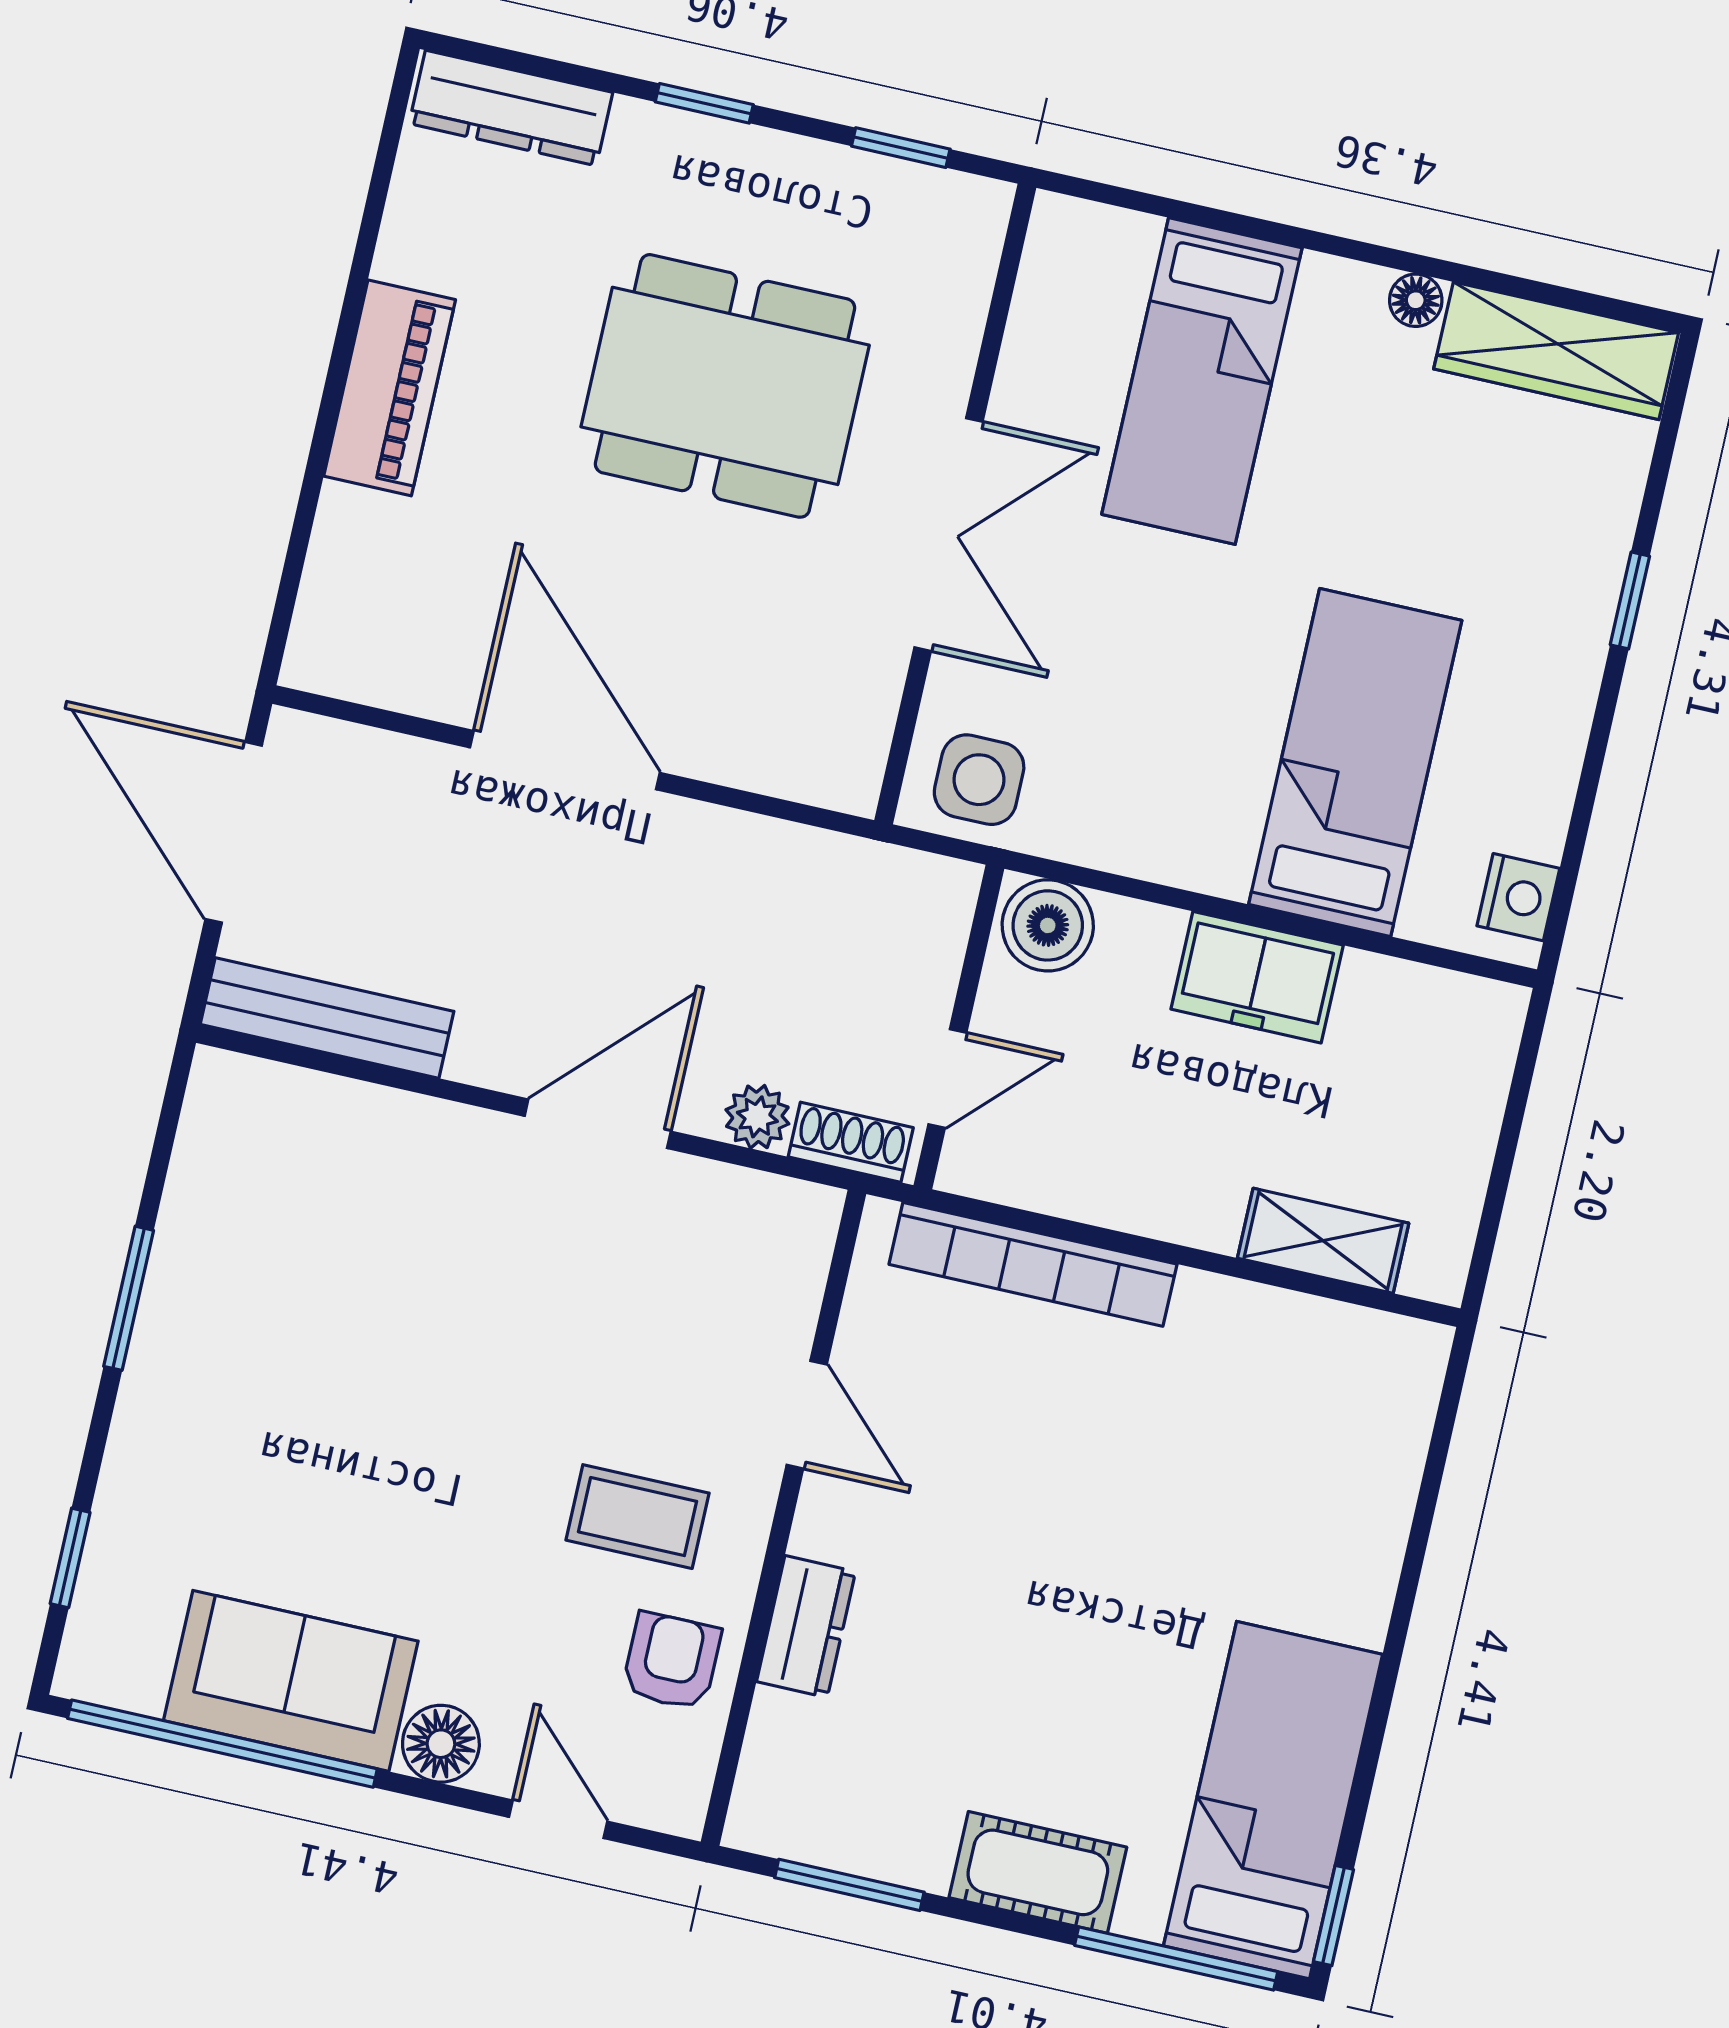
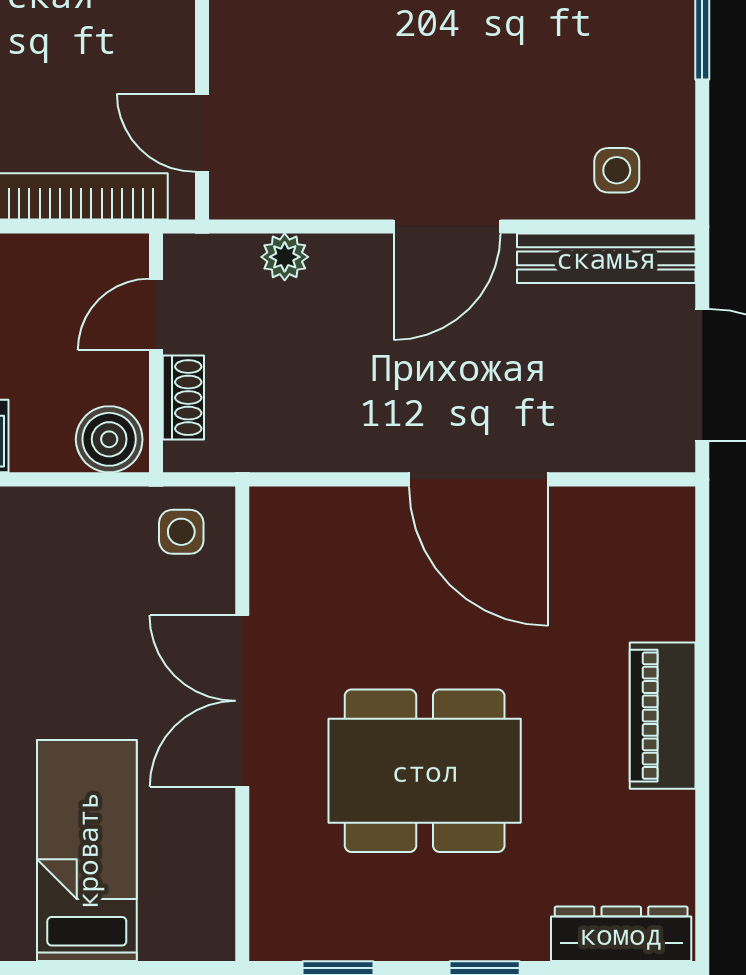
side table: (979, 780) -> (181, 532), width x0.73, depth x0.73
door: (598, 1124) -> (447, 226), moved
side table: (286, 1133) -> (617, 170), added
shoe rack: (851, 1142) -> (183, 398), moved, turned -90
door: (807, 1415) -> (202, 133), moved

